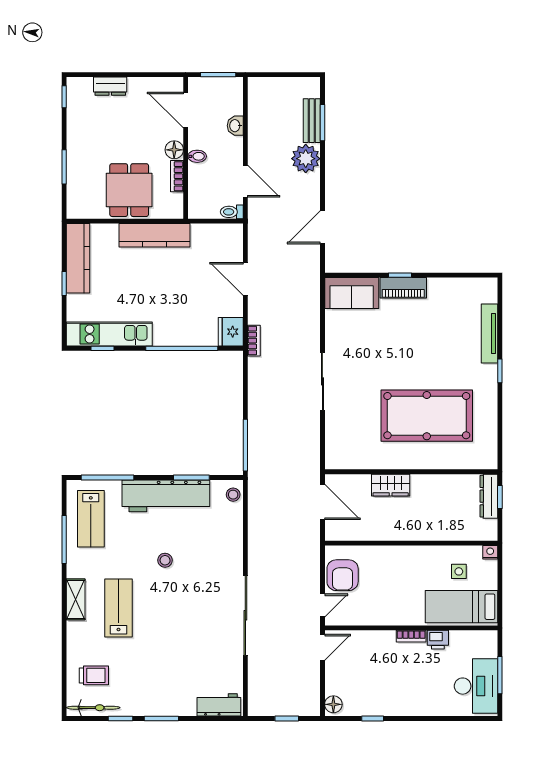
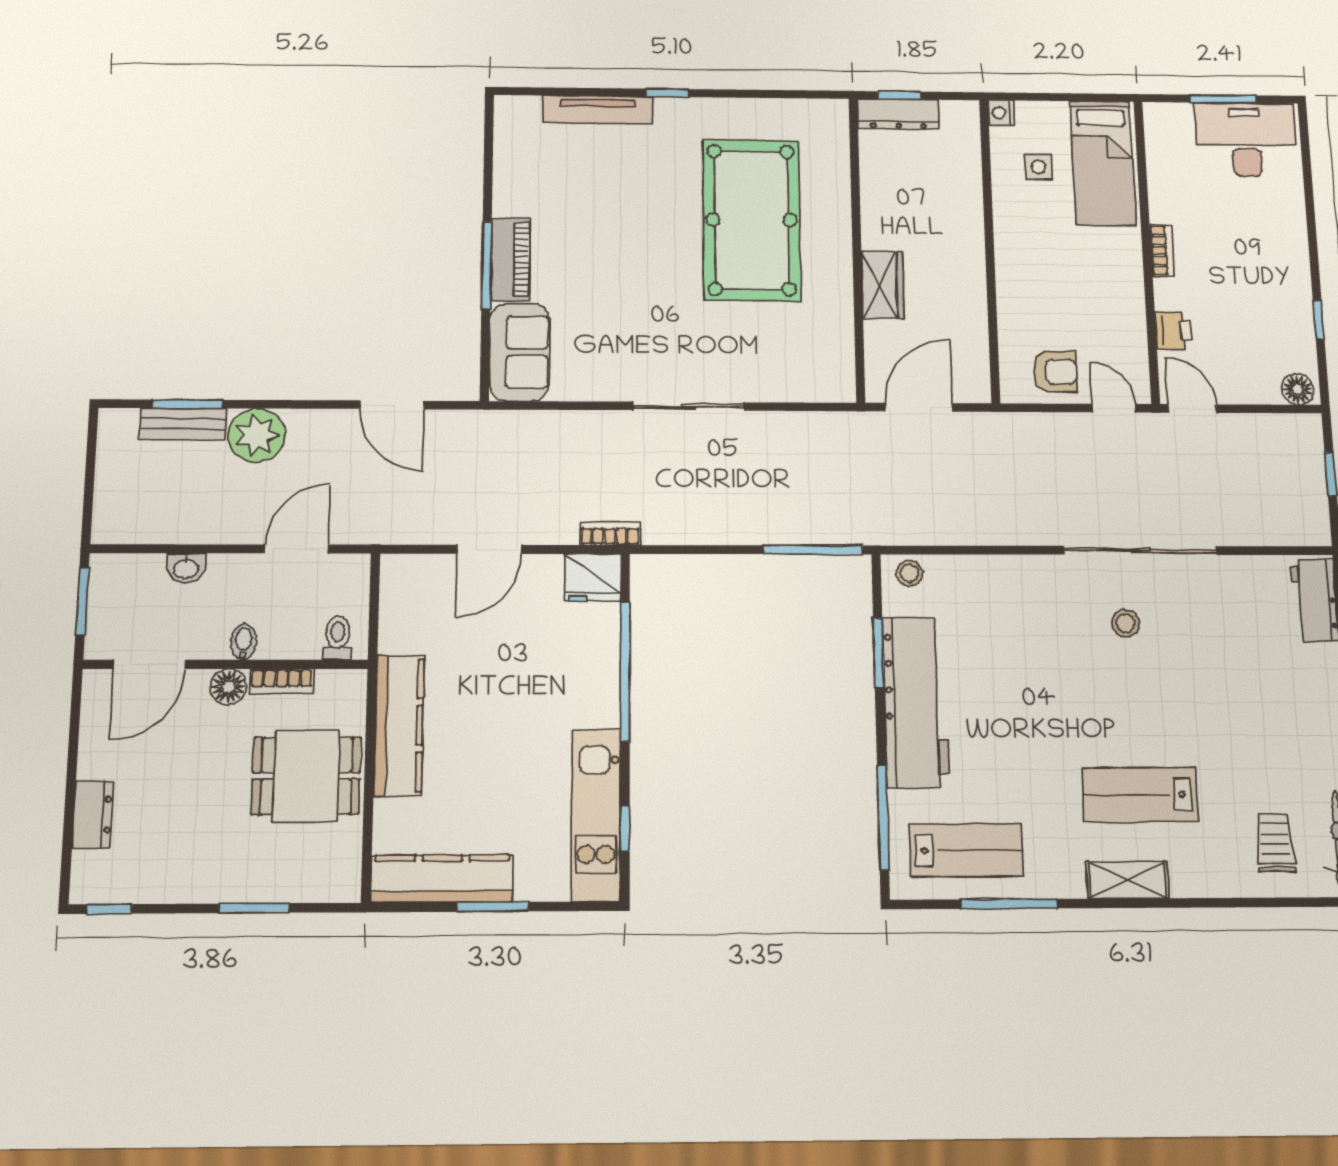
toilet: (232, 212) -> (338, 638), moved, turned 180
window: (400, 275) -> (487, 265), width x2.17
window: (64, 283) -> (493, 907), width x1.50
stool: (165, 560) -> (1125, 623), moved
armchair: (343, 575) -> (1055, 372), width x0.72, depth x0.72
printer: (438, 640) -> (1173, 331), moved

